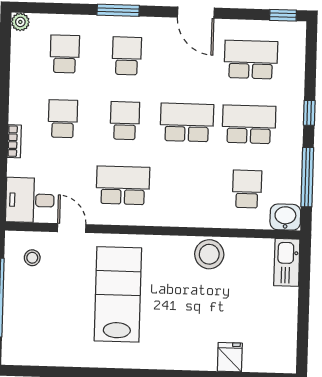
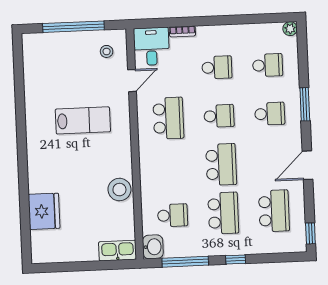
bookcase: (14, 141) -> (182, 31), moved
lab bench: (118, 294) -> (83, 120), width x0.73, depth x0.72
fridge: (230, 357) -> (44, 211), width x1.88, depth x1.34

